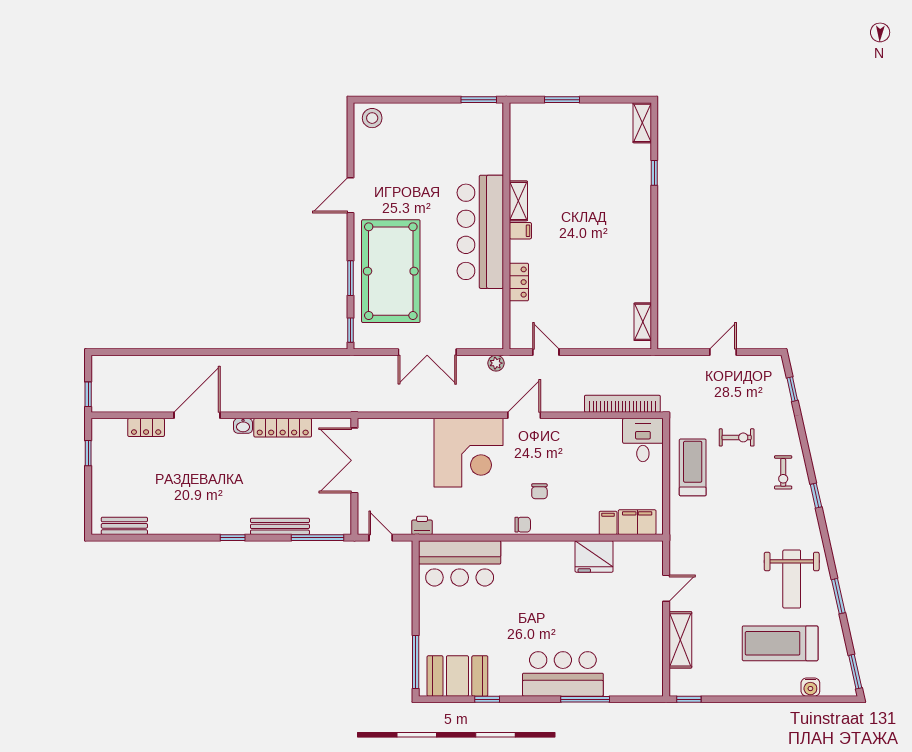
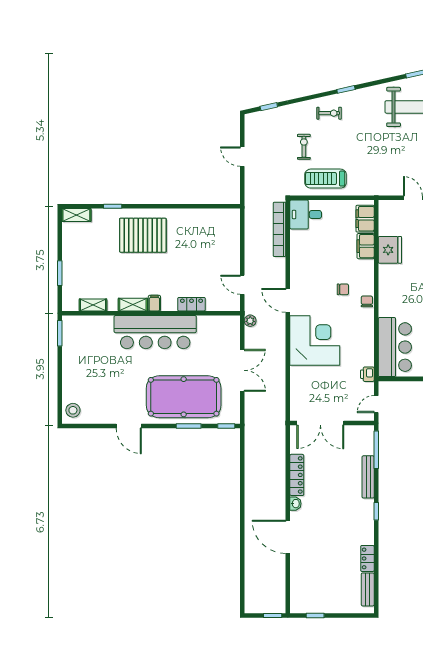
pallet: (614, 215) -> (143, 235), added
shelving: (643, 322) -> (93, 305), moved
door: (546, 352) -> (242, 285), hinge flipped
locker: (146, 427) -> (367, 558), moved, turned 180
filing cabinet: (608, 523) -> (366, 246), width x2.00

